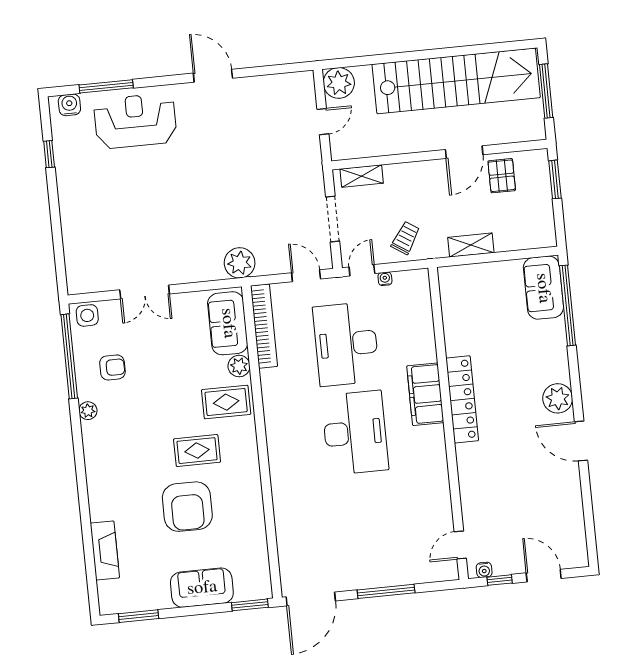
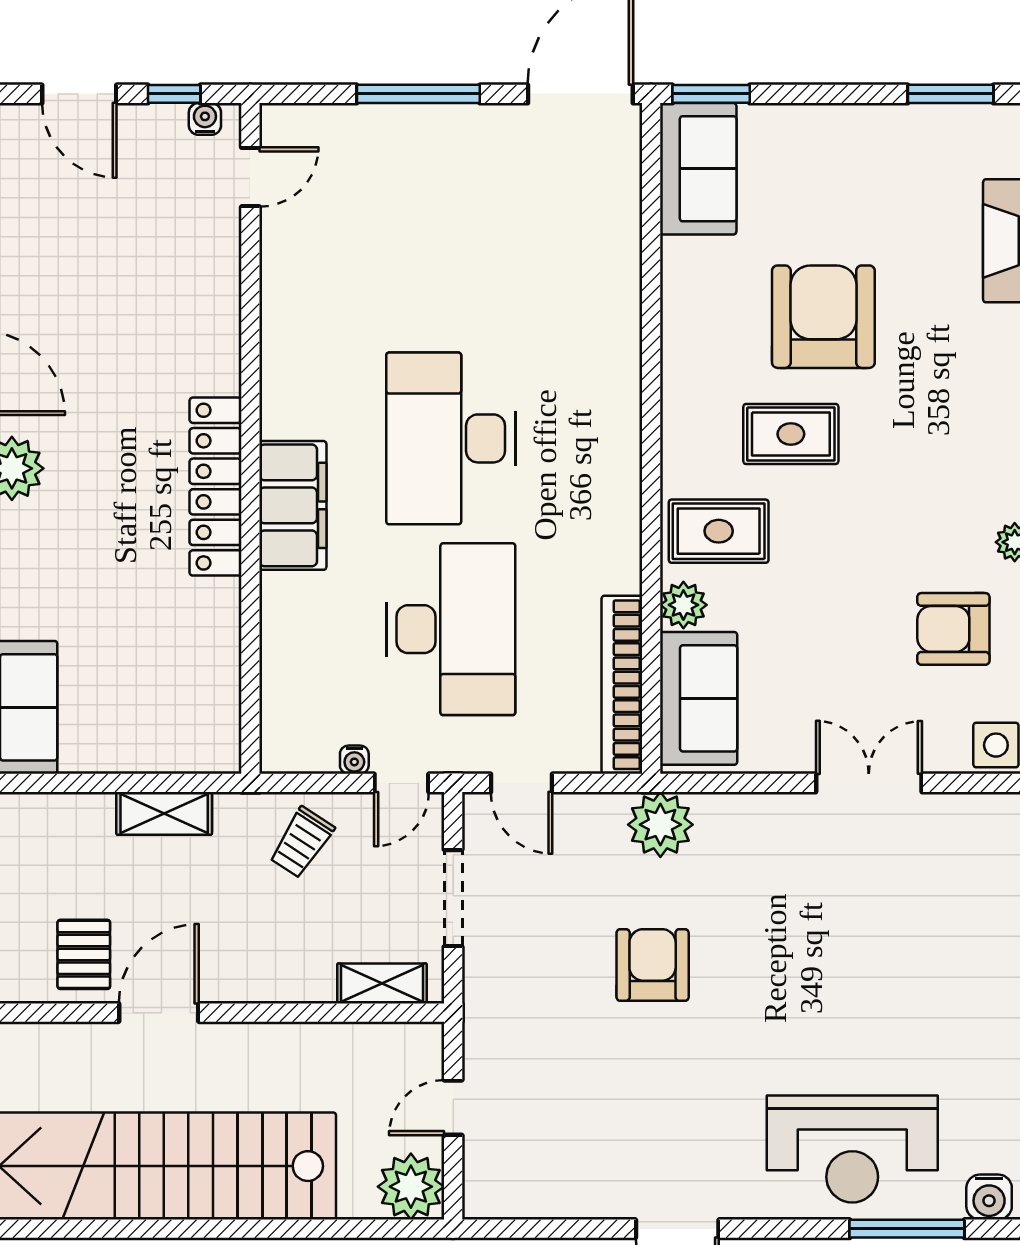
armchair: (237, 197) -> (653, 965), added
armchair: (112, 367) -> (953, 629), width x1.38, depth x1.38
sofa: (202, 588) -> (698, 169), moved, turned -90

